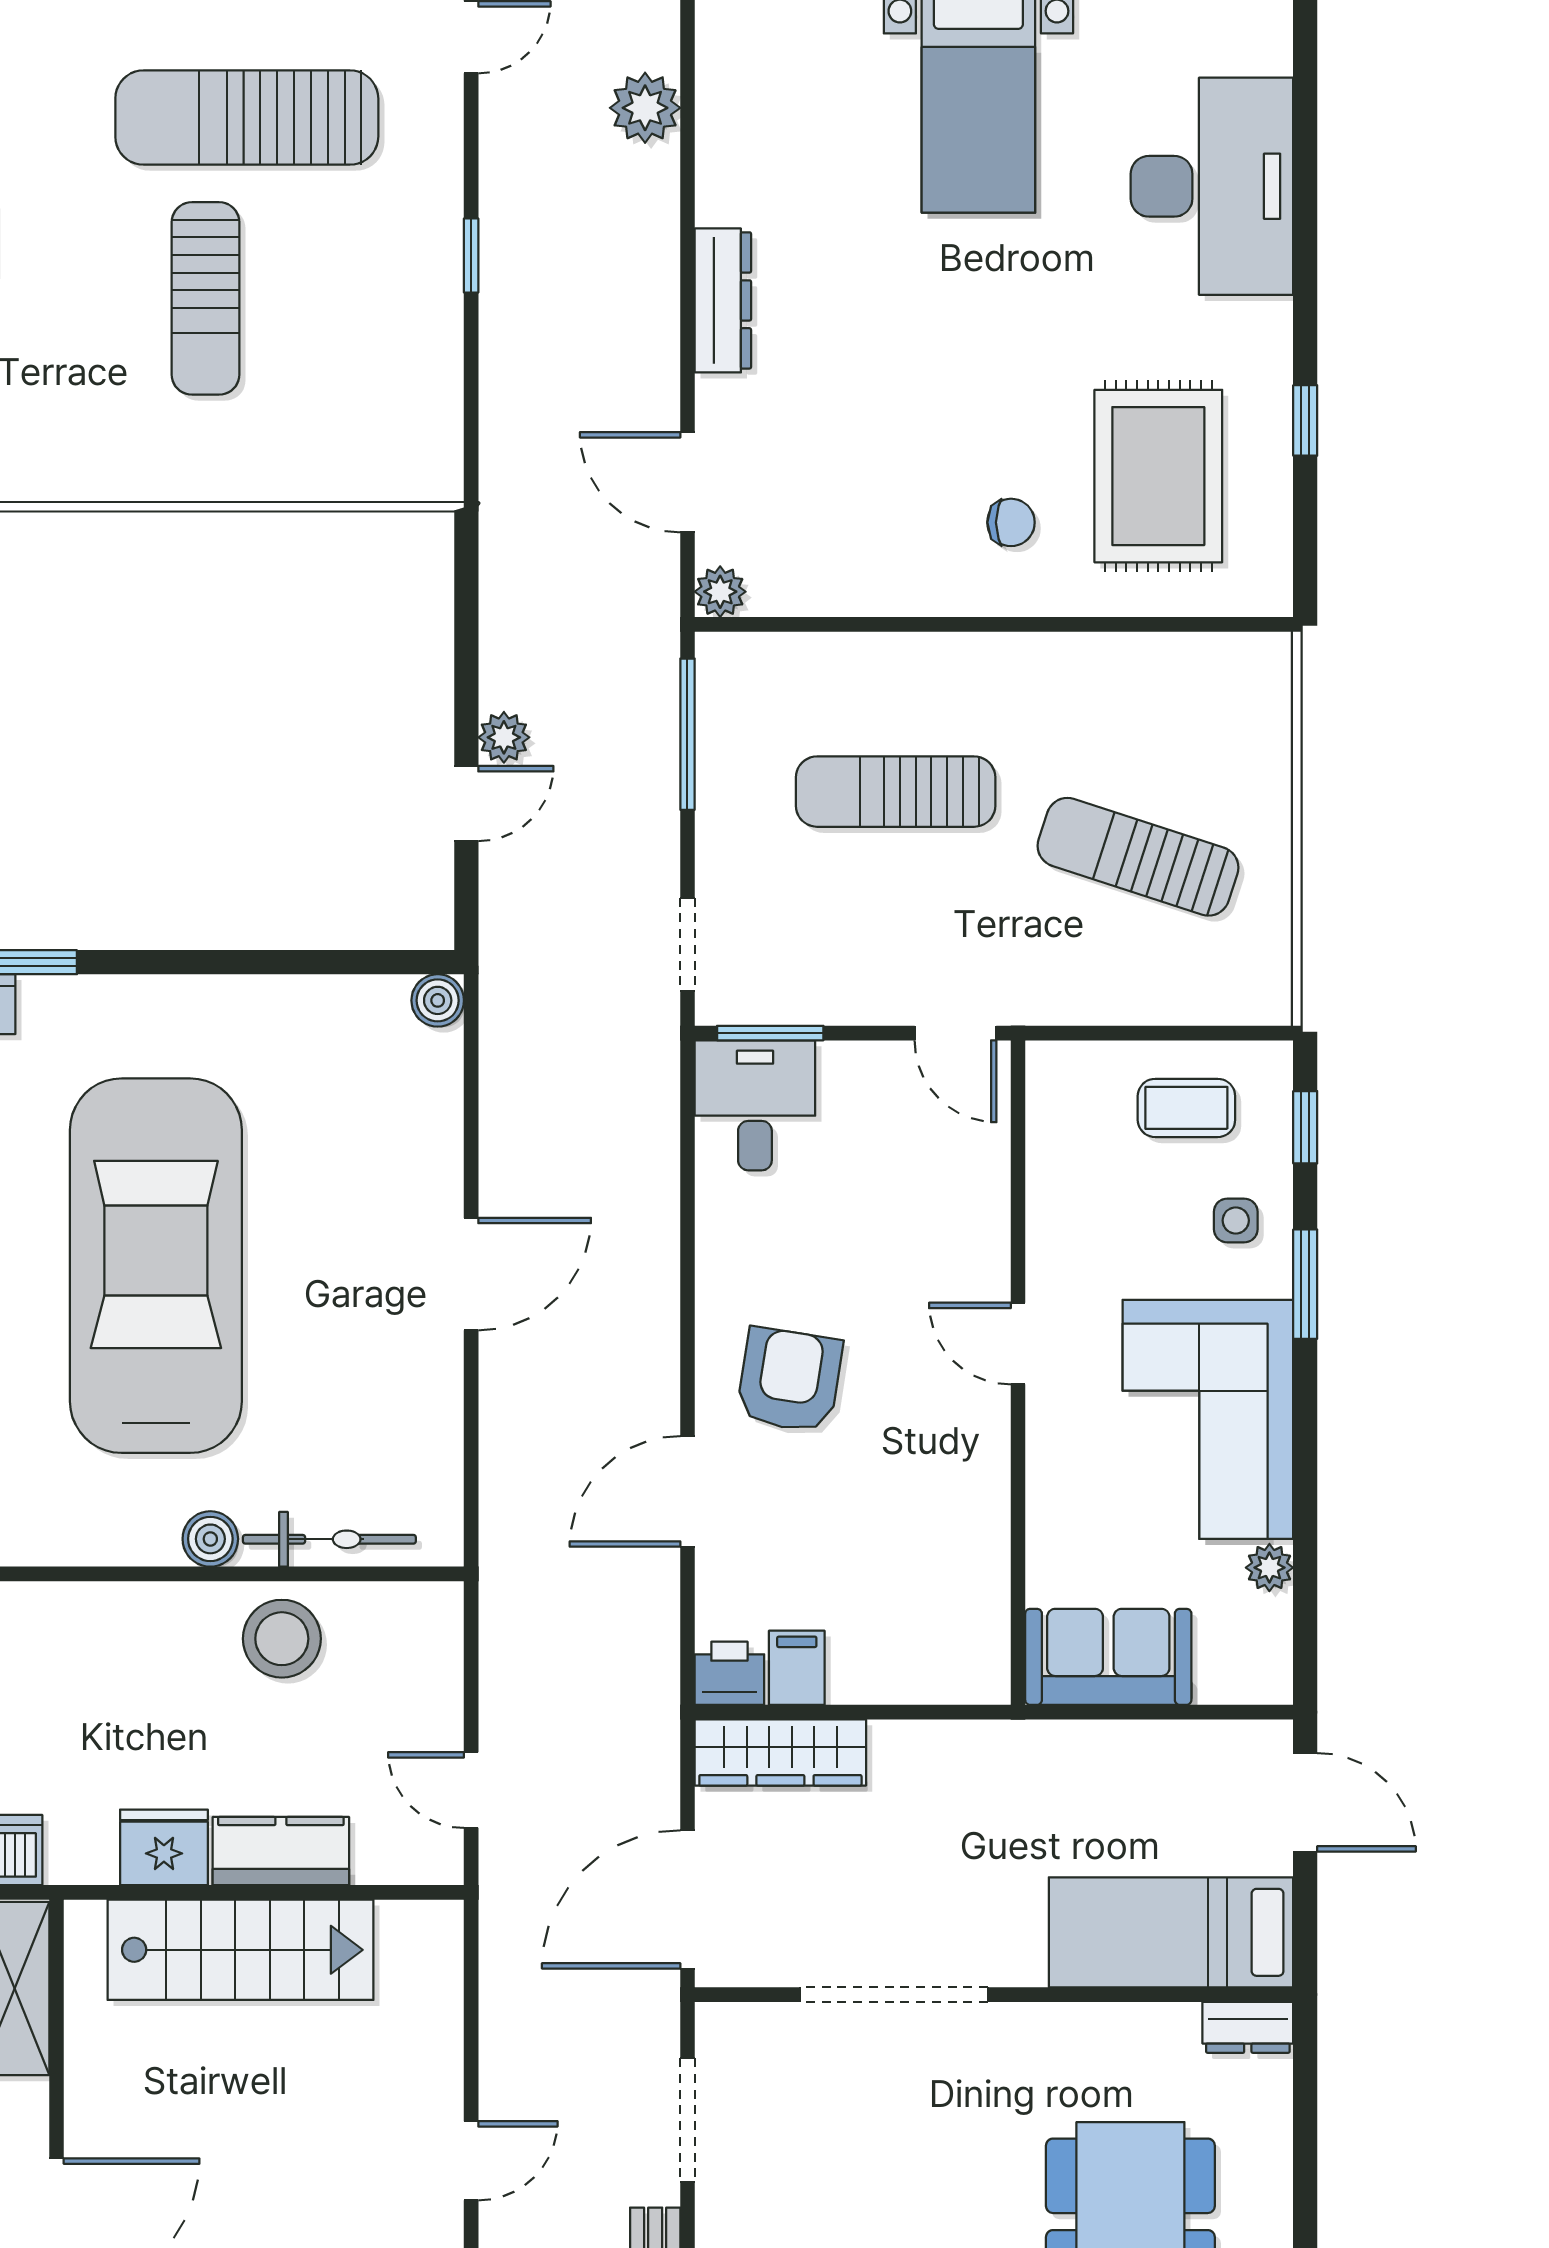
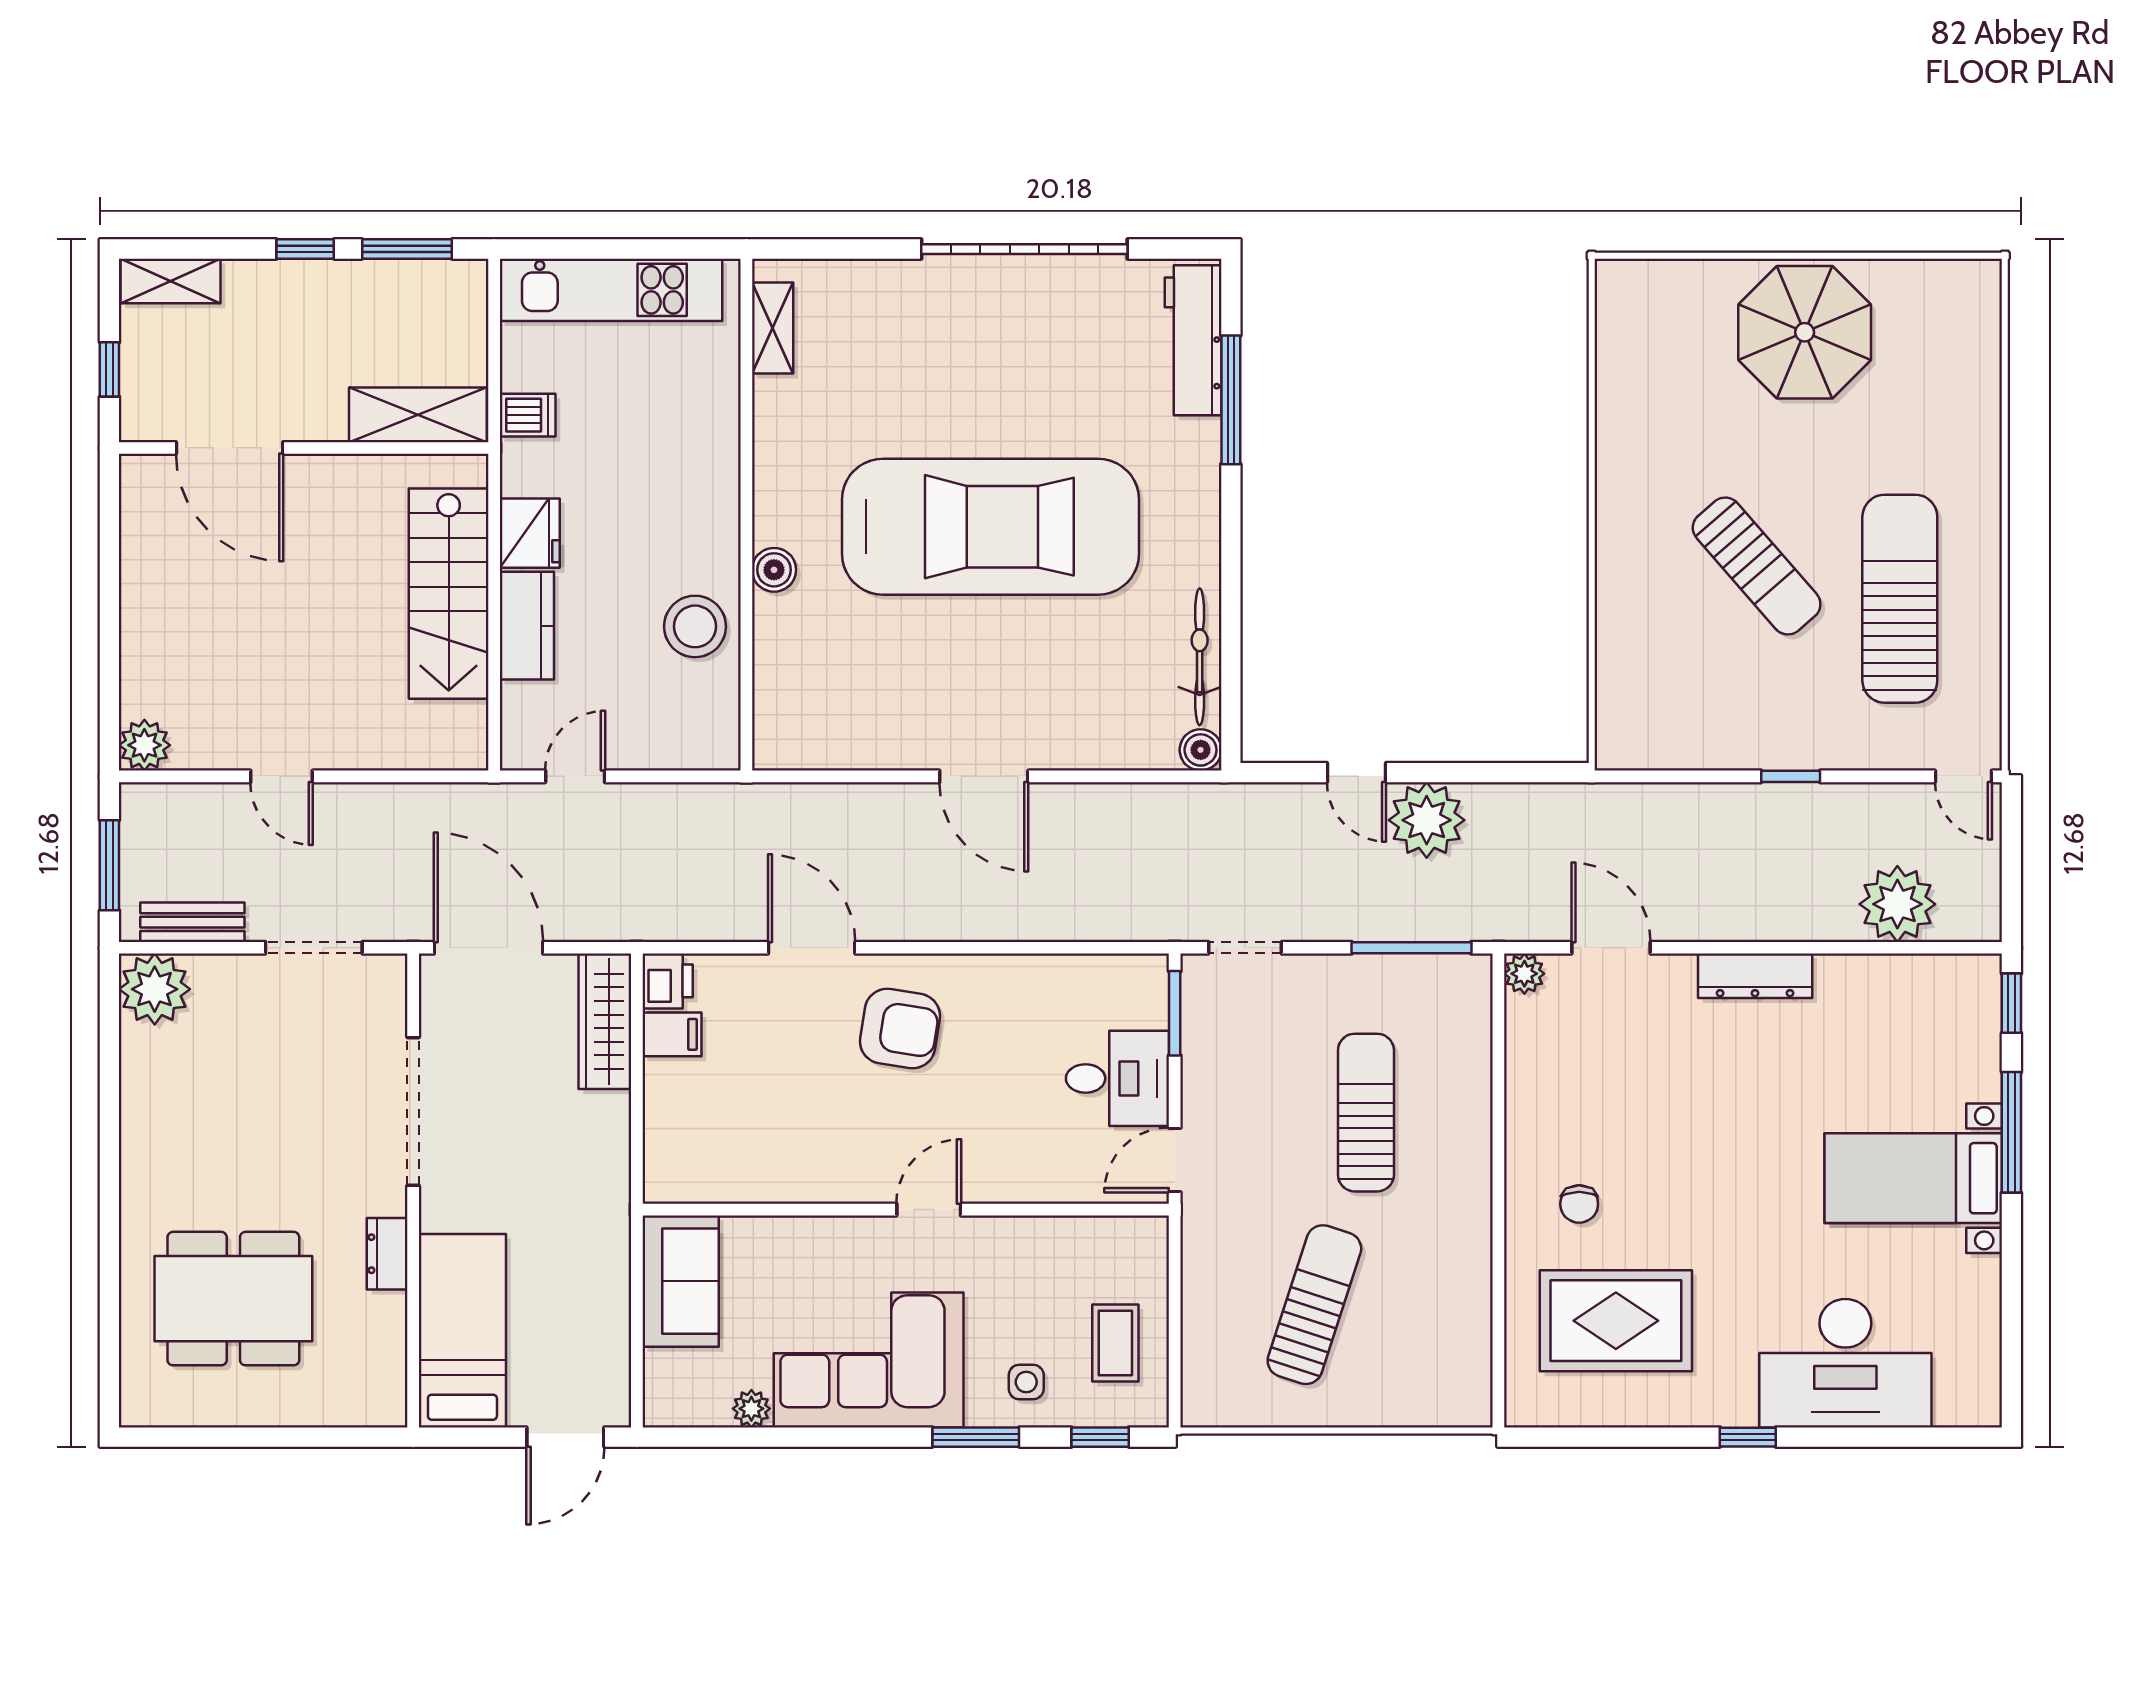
plant: (645, 108) -> (1897, 904), width x1.36, depth x1.36
sun lounger: (206, 298) -> (1757, 566), turned -131
window: (1305, 420) -> (1748, 1437), moved
door: (687, 482) -> (1611, 948), hinge flipped
plant: (504, 737) -> (1427, 820), width x1.87, depth x1.87
desk: (755, 1105) -> (1117, 1078), moved
bicycle: (329, 1539) -> (1200, 657), moved, turned 180
dresser: (1248, 2027) -> (387, 1254), moved

